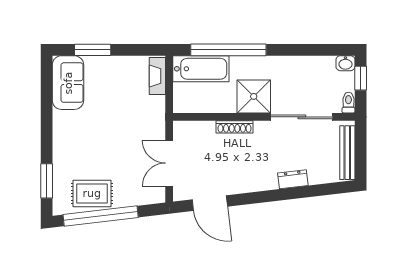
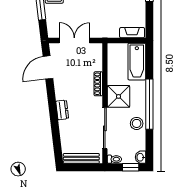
window: (228, 50) -> (149, 104), moved
stool: (294, 69) -> (137, 123), added
dresser: (293, 179) -> (62, 110), moved

